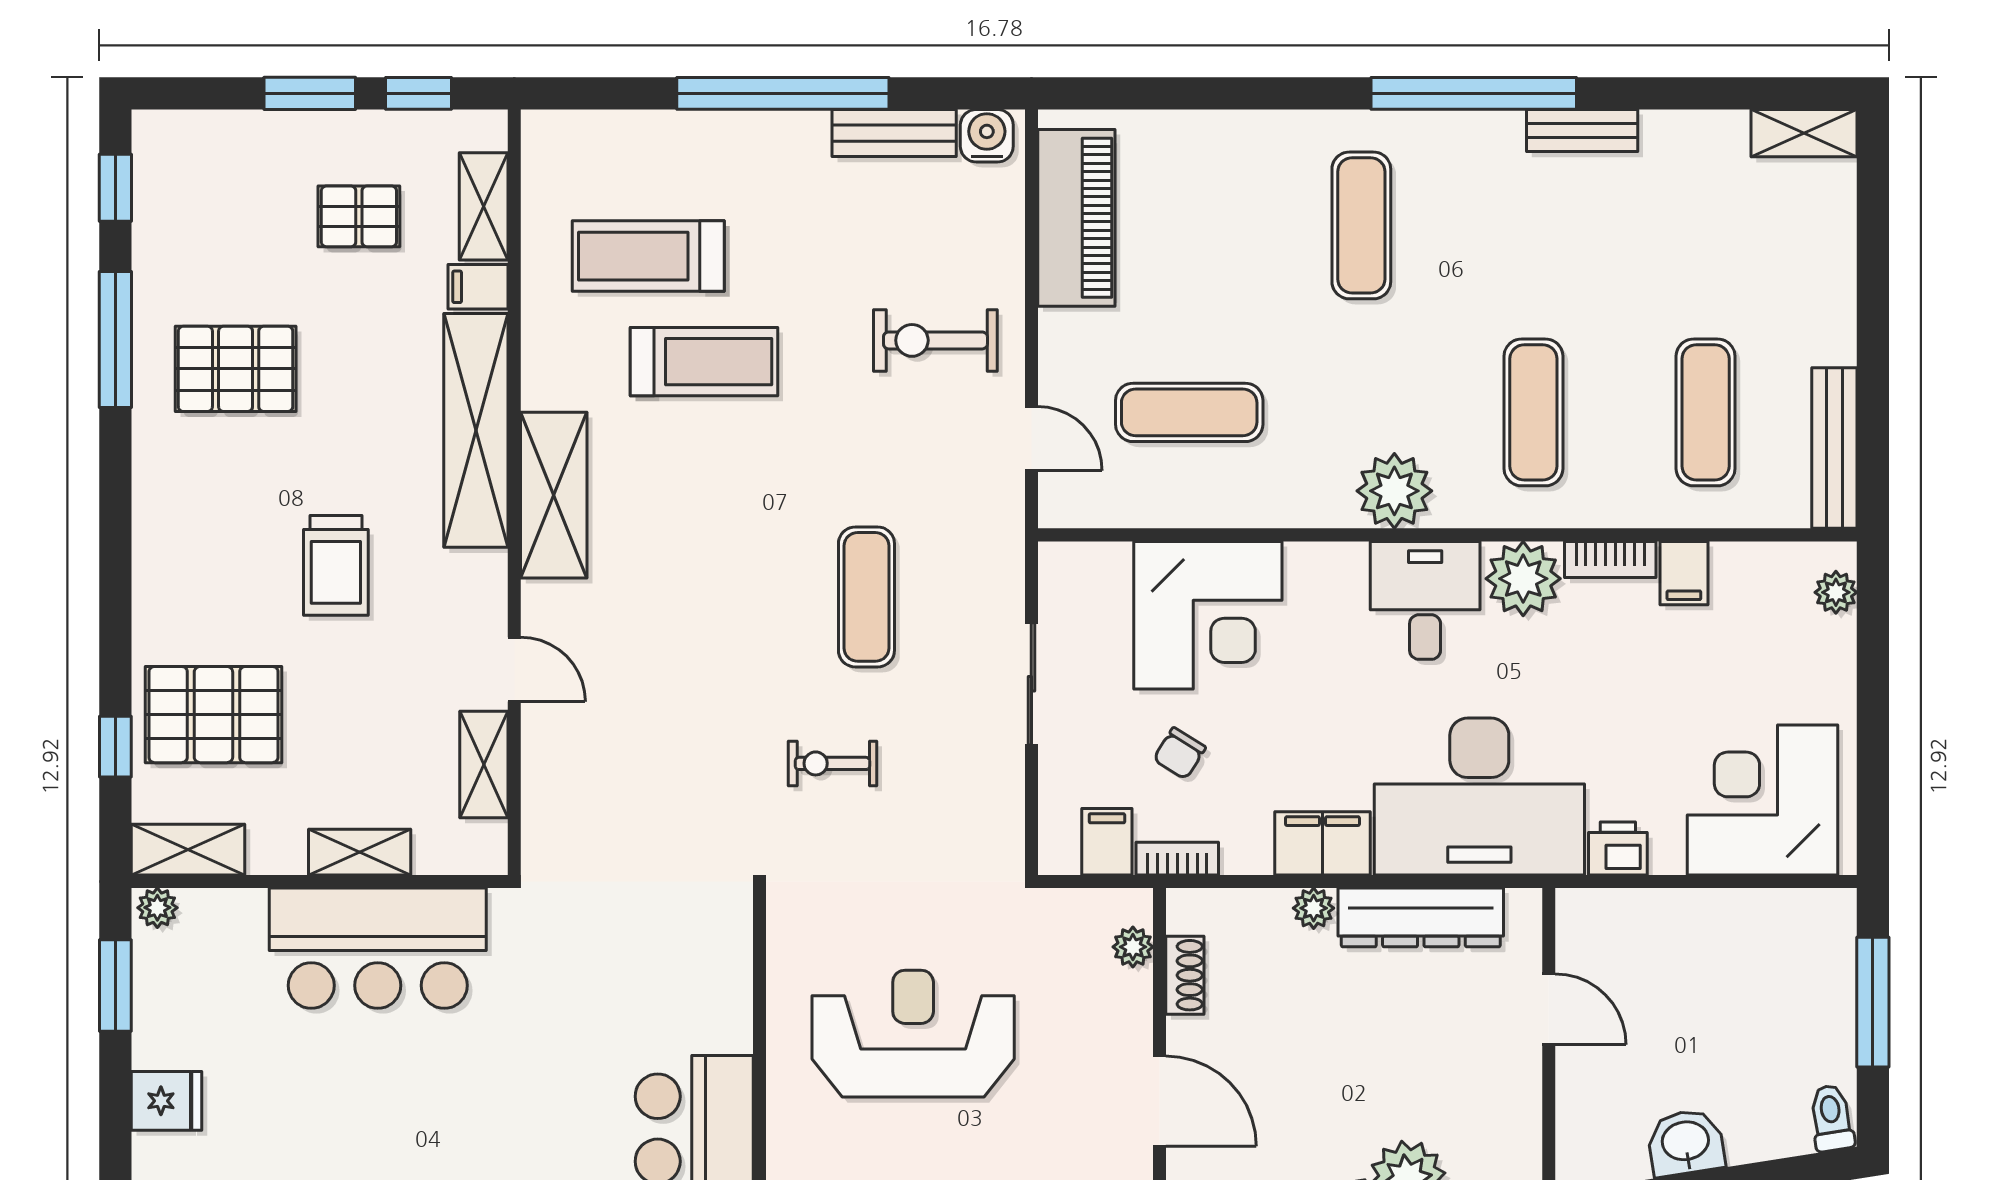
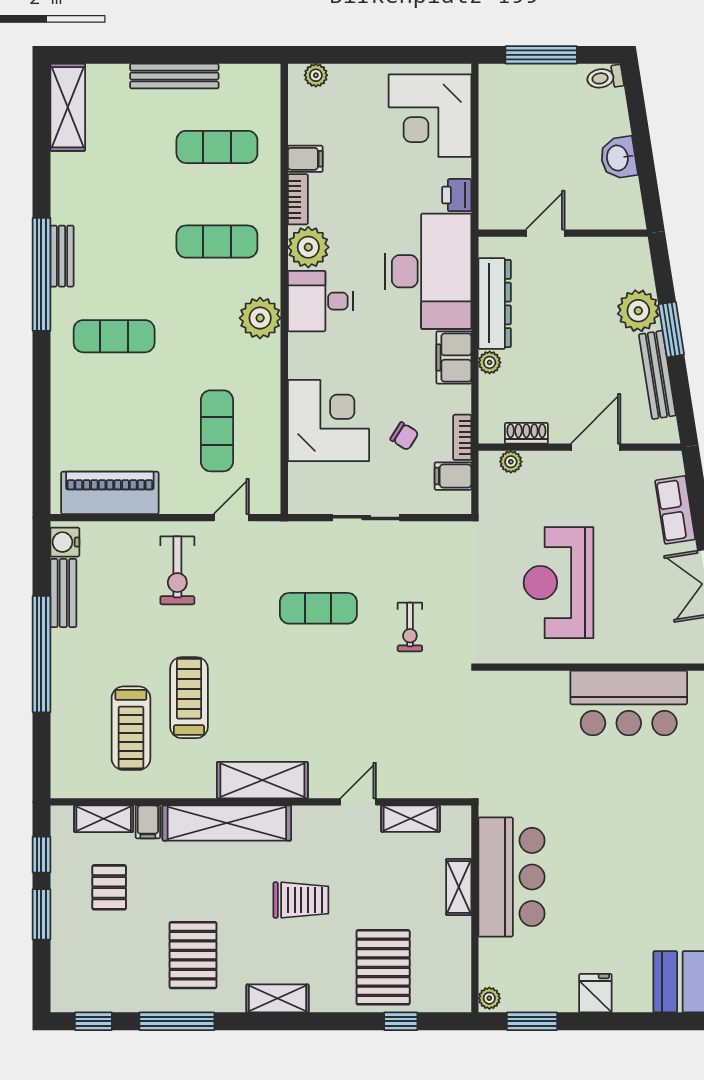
bench: (1582, 131) -> (62, 256), moved
shelving: (1804, 133) -> (68, 107), width x1.50, depth x1.33
bench: (1834, 448) -> (174, 76), moved
shelving: (188, 850) -> (277, 998), moved, turned 90

